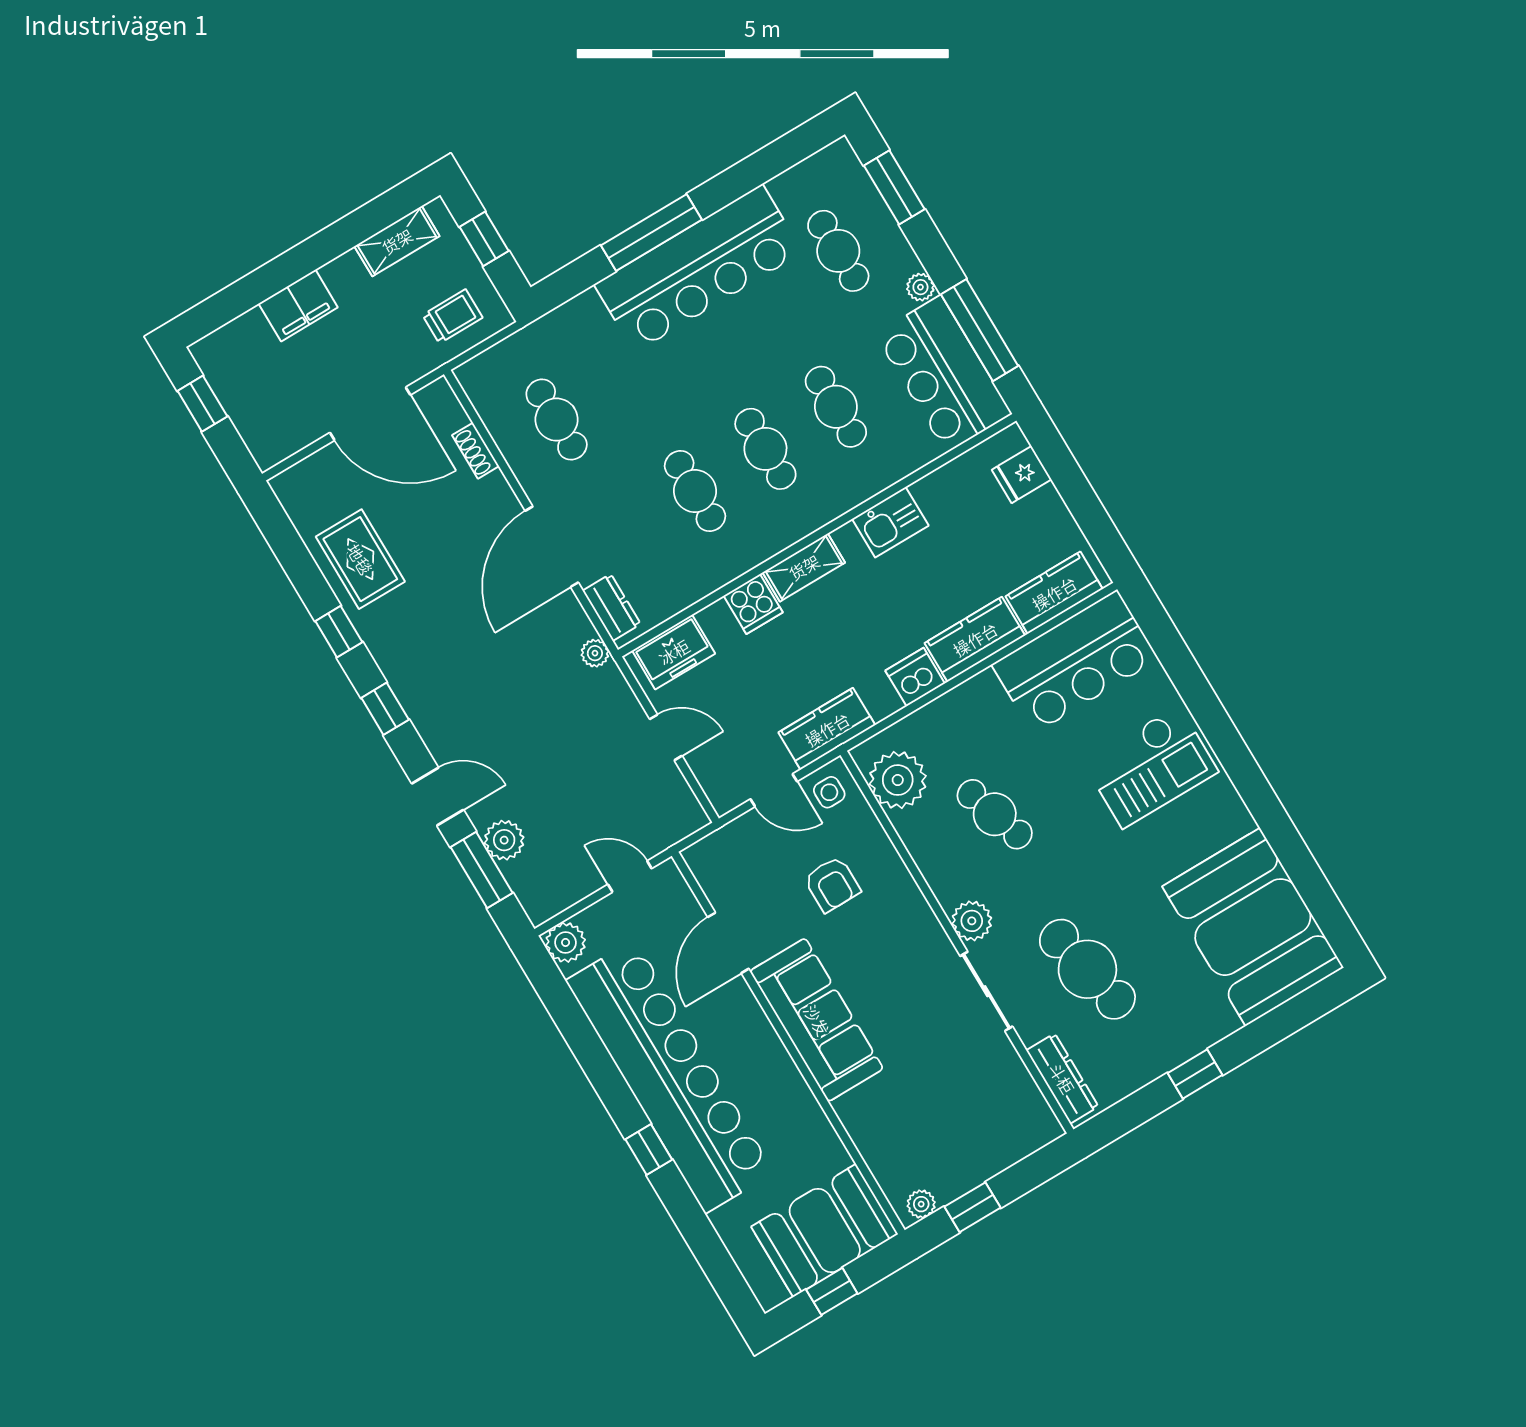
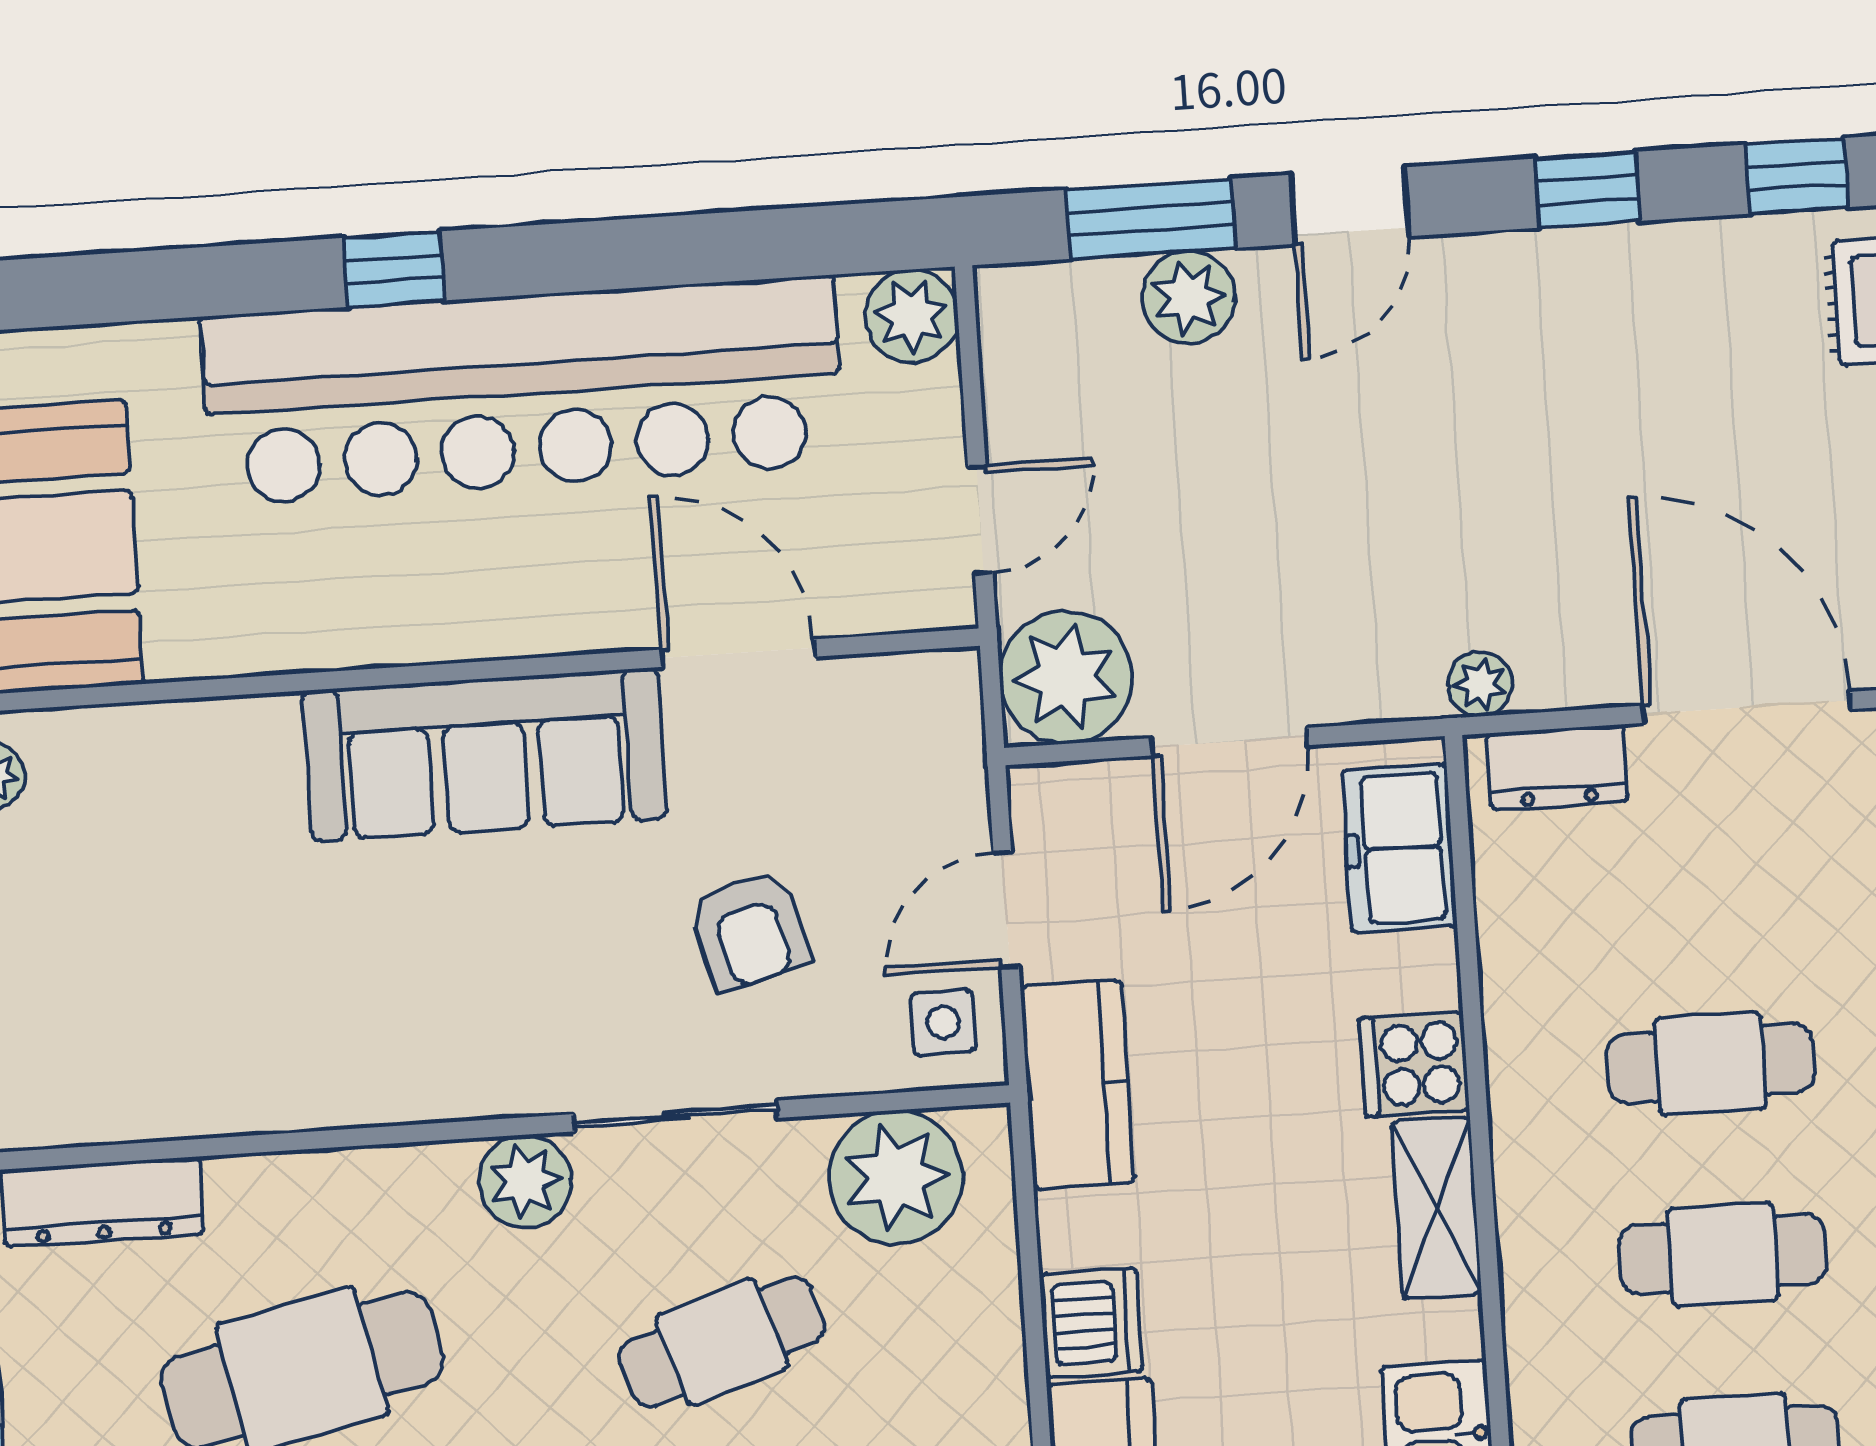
door: (666, 737) -> (1230, 742), width x1.38
plant: (673, 813) -> (1066, 677), added
armchair: (832, 884) -> (749, 931), turned -105
sliding door: (986, 991) -> (676, 1116), moved

